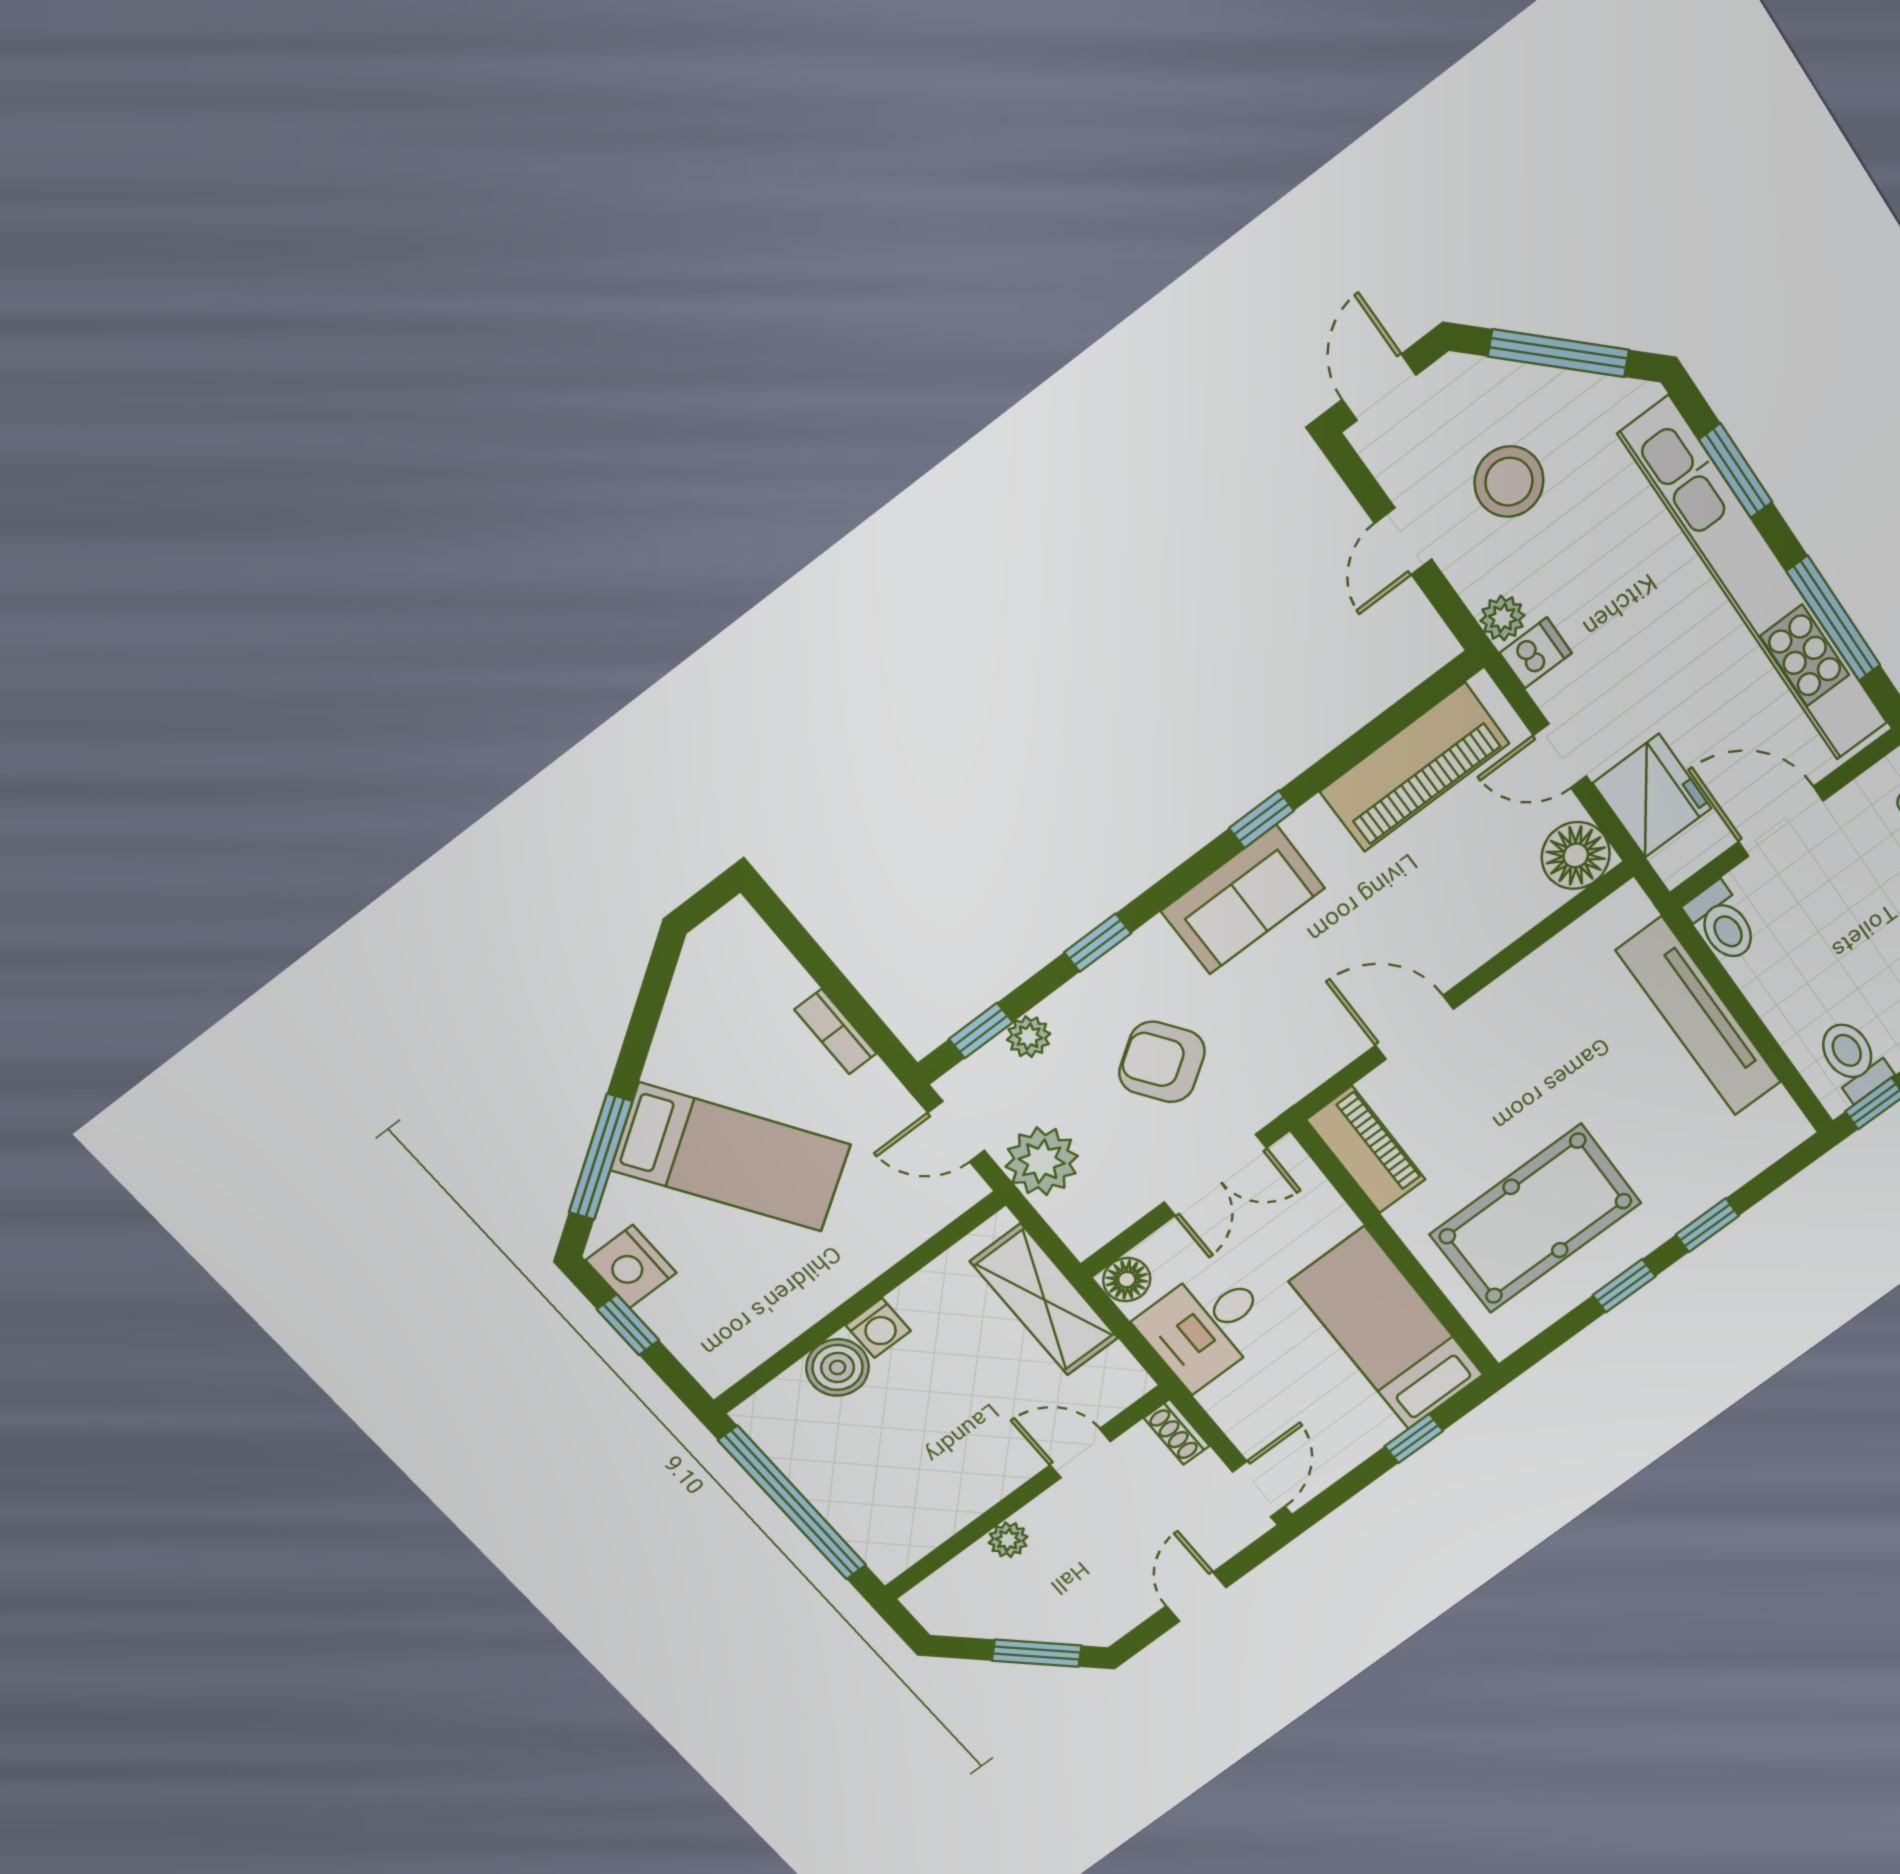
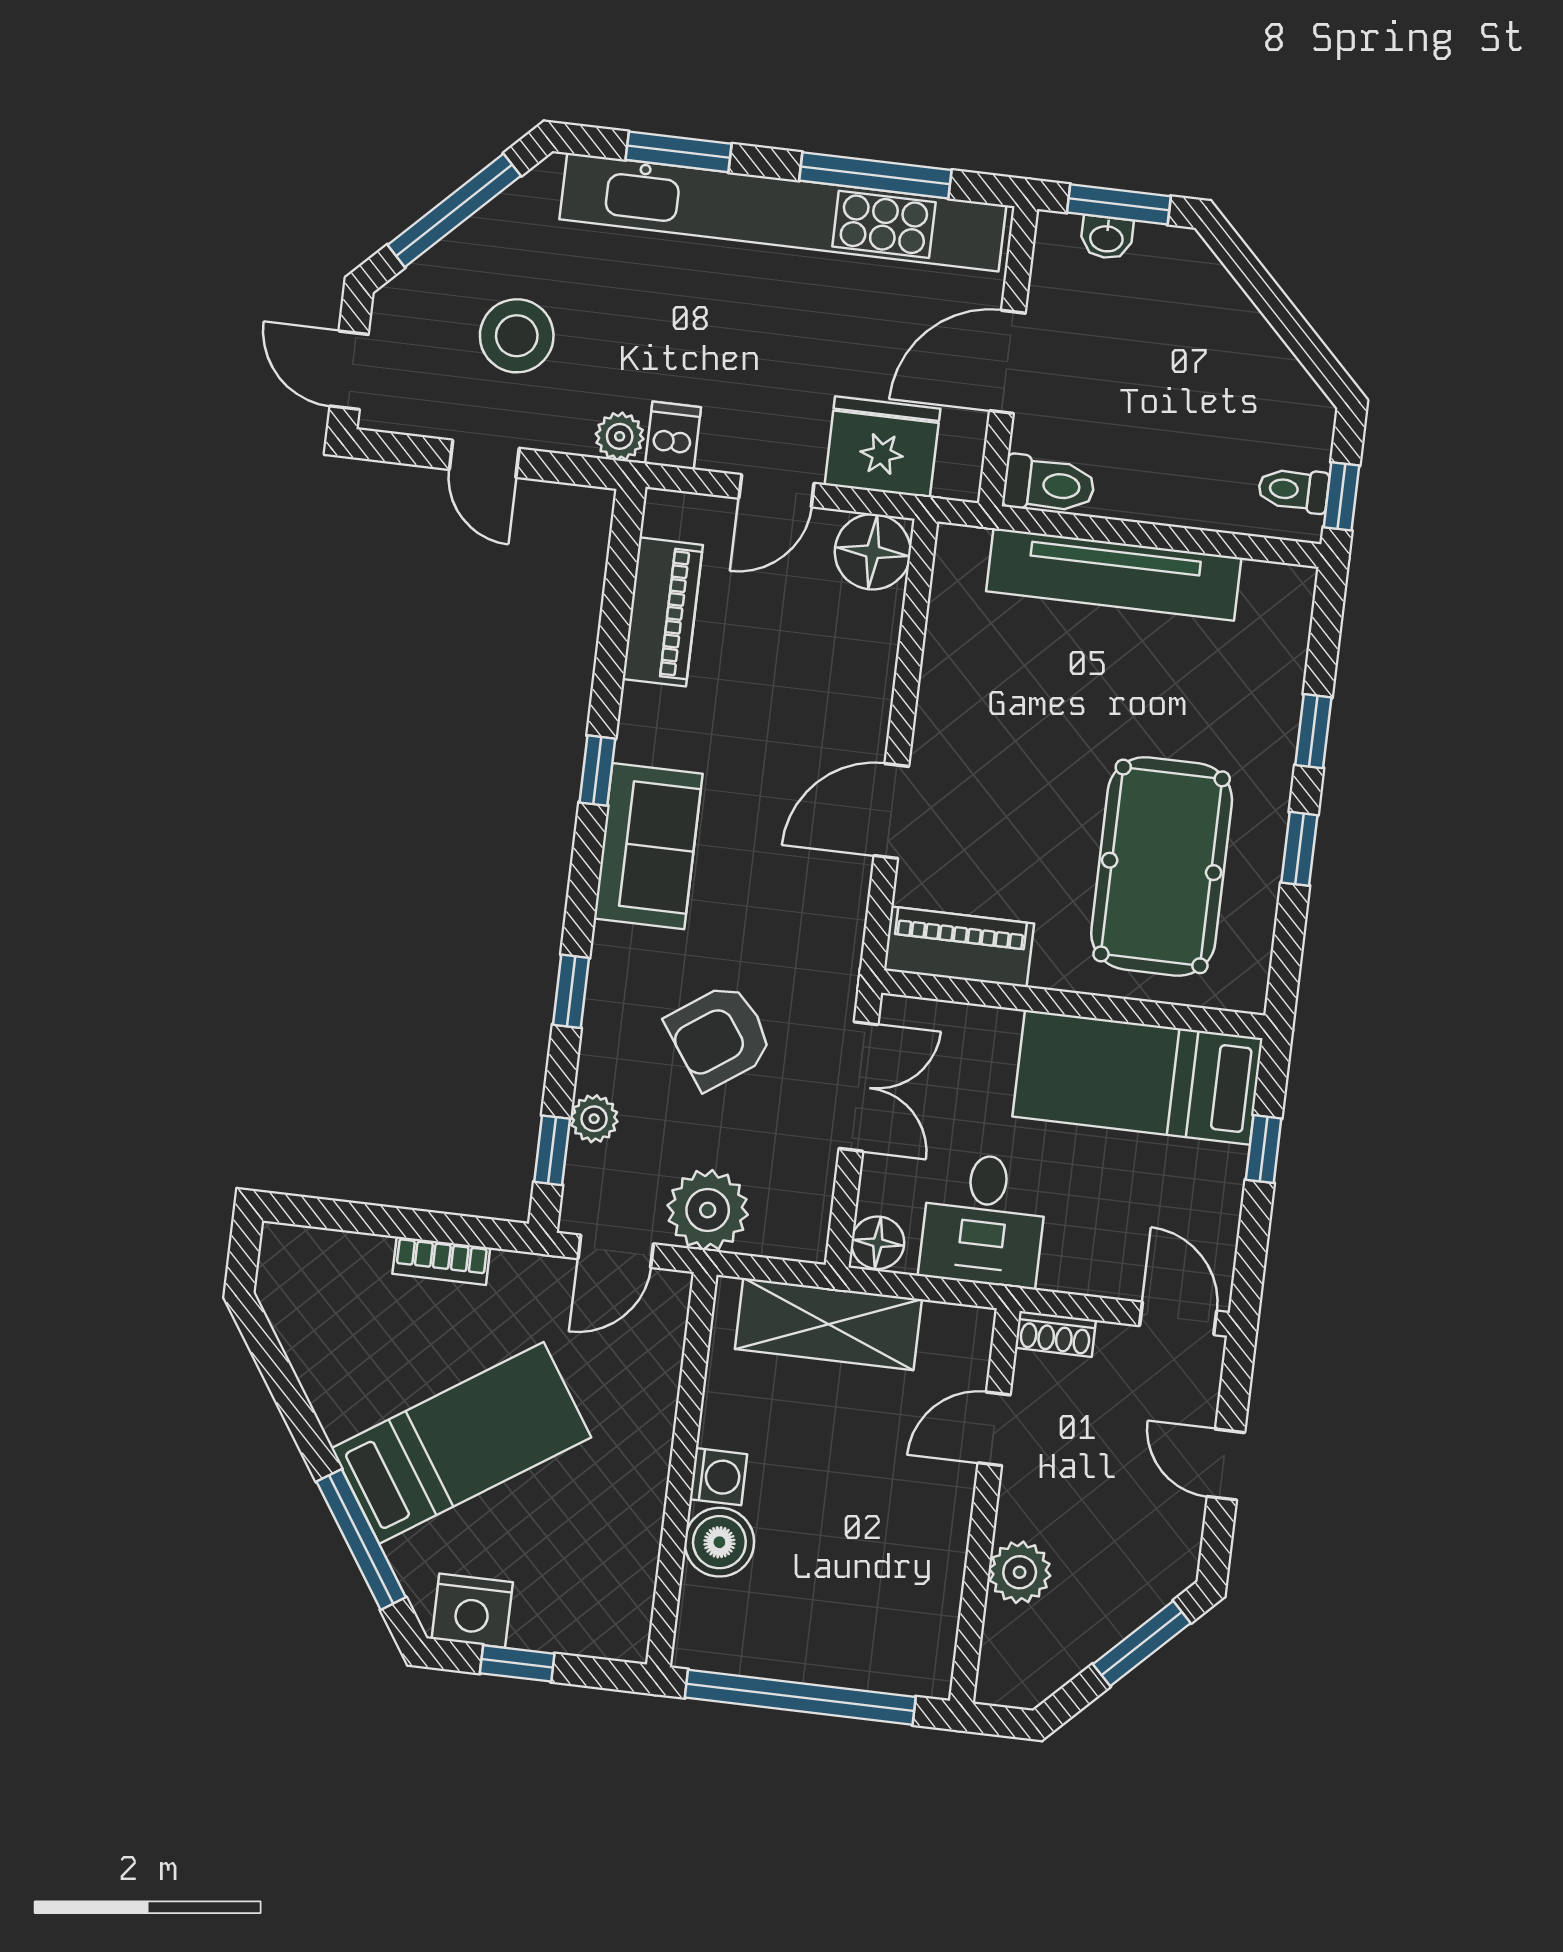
piano: (1415, 767) -> (663, 612), width x0.73, depth x0.75
toilet: (1853, 1059) -> (1293, 490), width x0.73, depth x0.72
plant: (1008, 1540) -> (1020, 1572), width x1.38, depth x1.38

